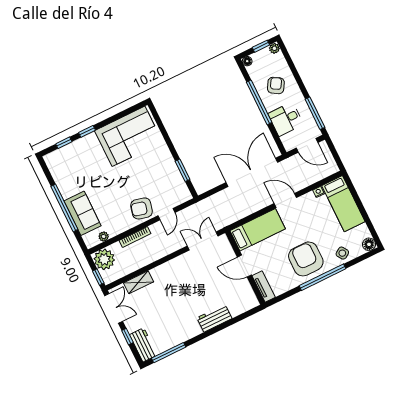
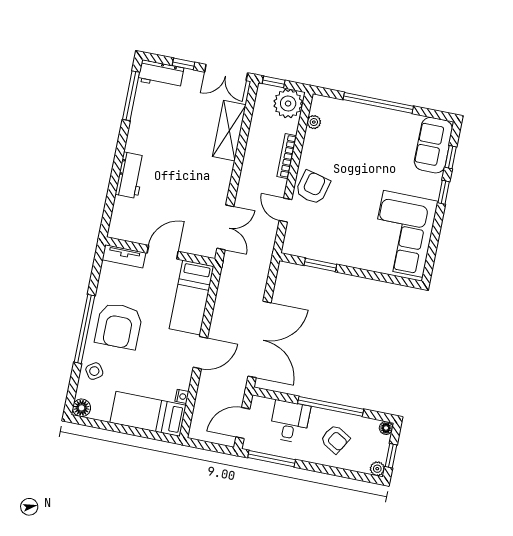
sofa: (83, 213) -> (433, 145), moved, turned 90
armchair: (306, 259) -> (119, 326), turned 90
shelving: (138, 282) -> (229, 131), width x1.50, depth x1.33

